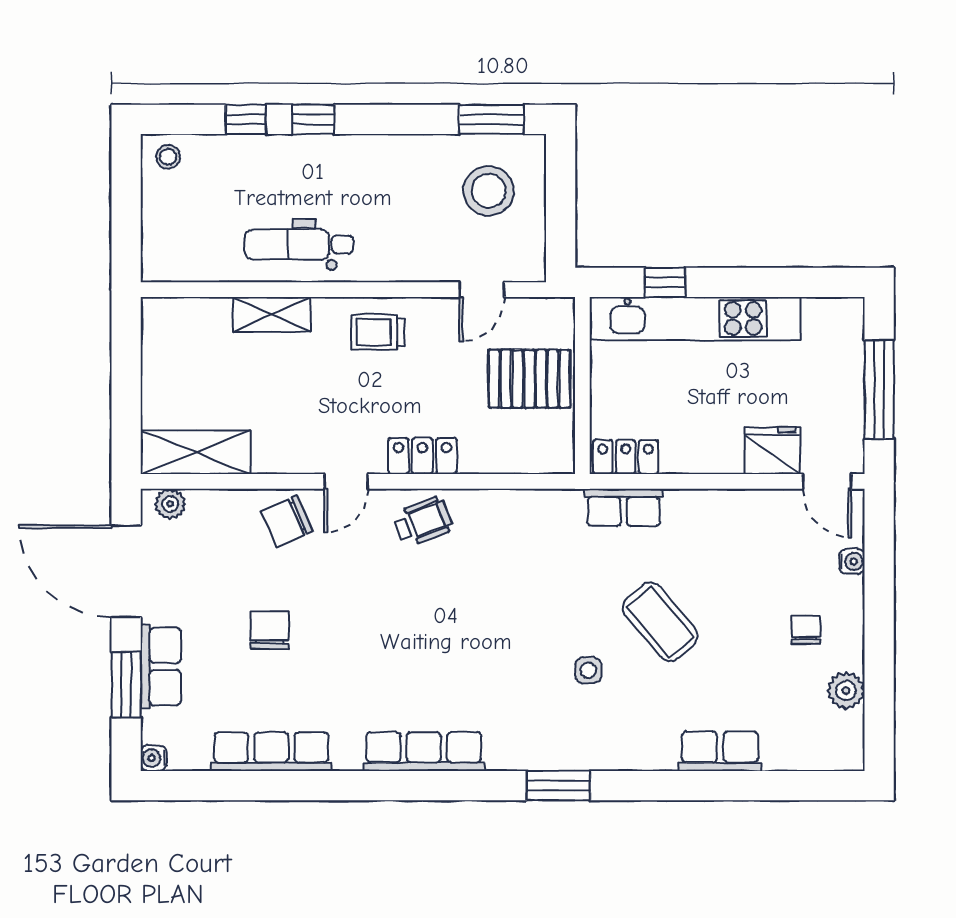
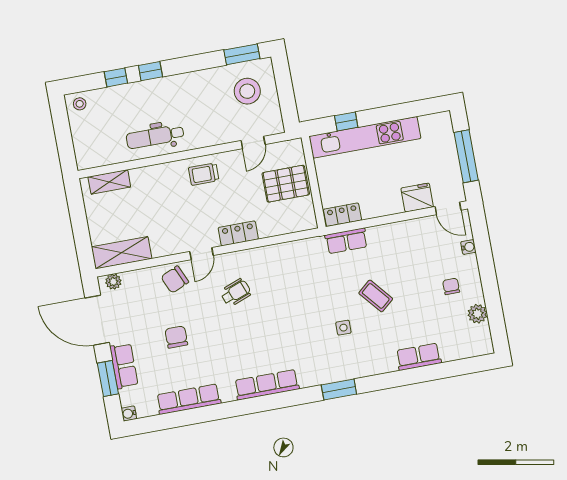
shelving: (272, 314) -> (109, 182), moved
wheelchair: (423, 522) -> (236, 293), moved
coffee table: (660, 622) -> (376, 296), width x0.73, depth x0.77

